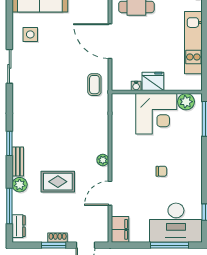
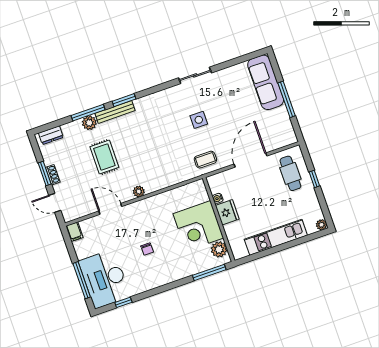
side table: (30, 34) -> (199, 120), moved
bench: (18, 161) -> (115, 112), width x1.36
window: (9, 206) -> (88, 113), moved
filing cabinet: (120, 229) -> (74, 232), width x0.50

